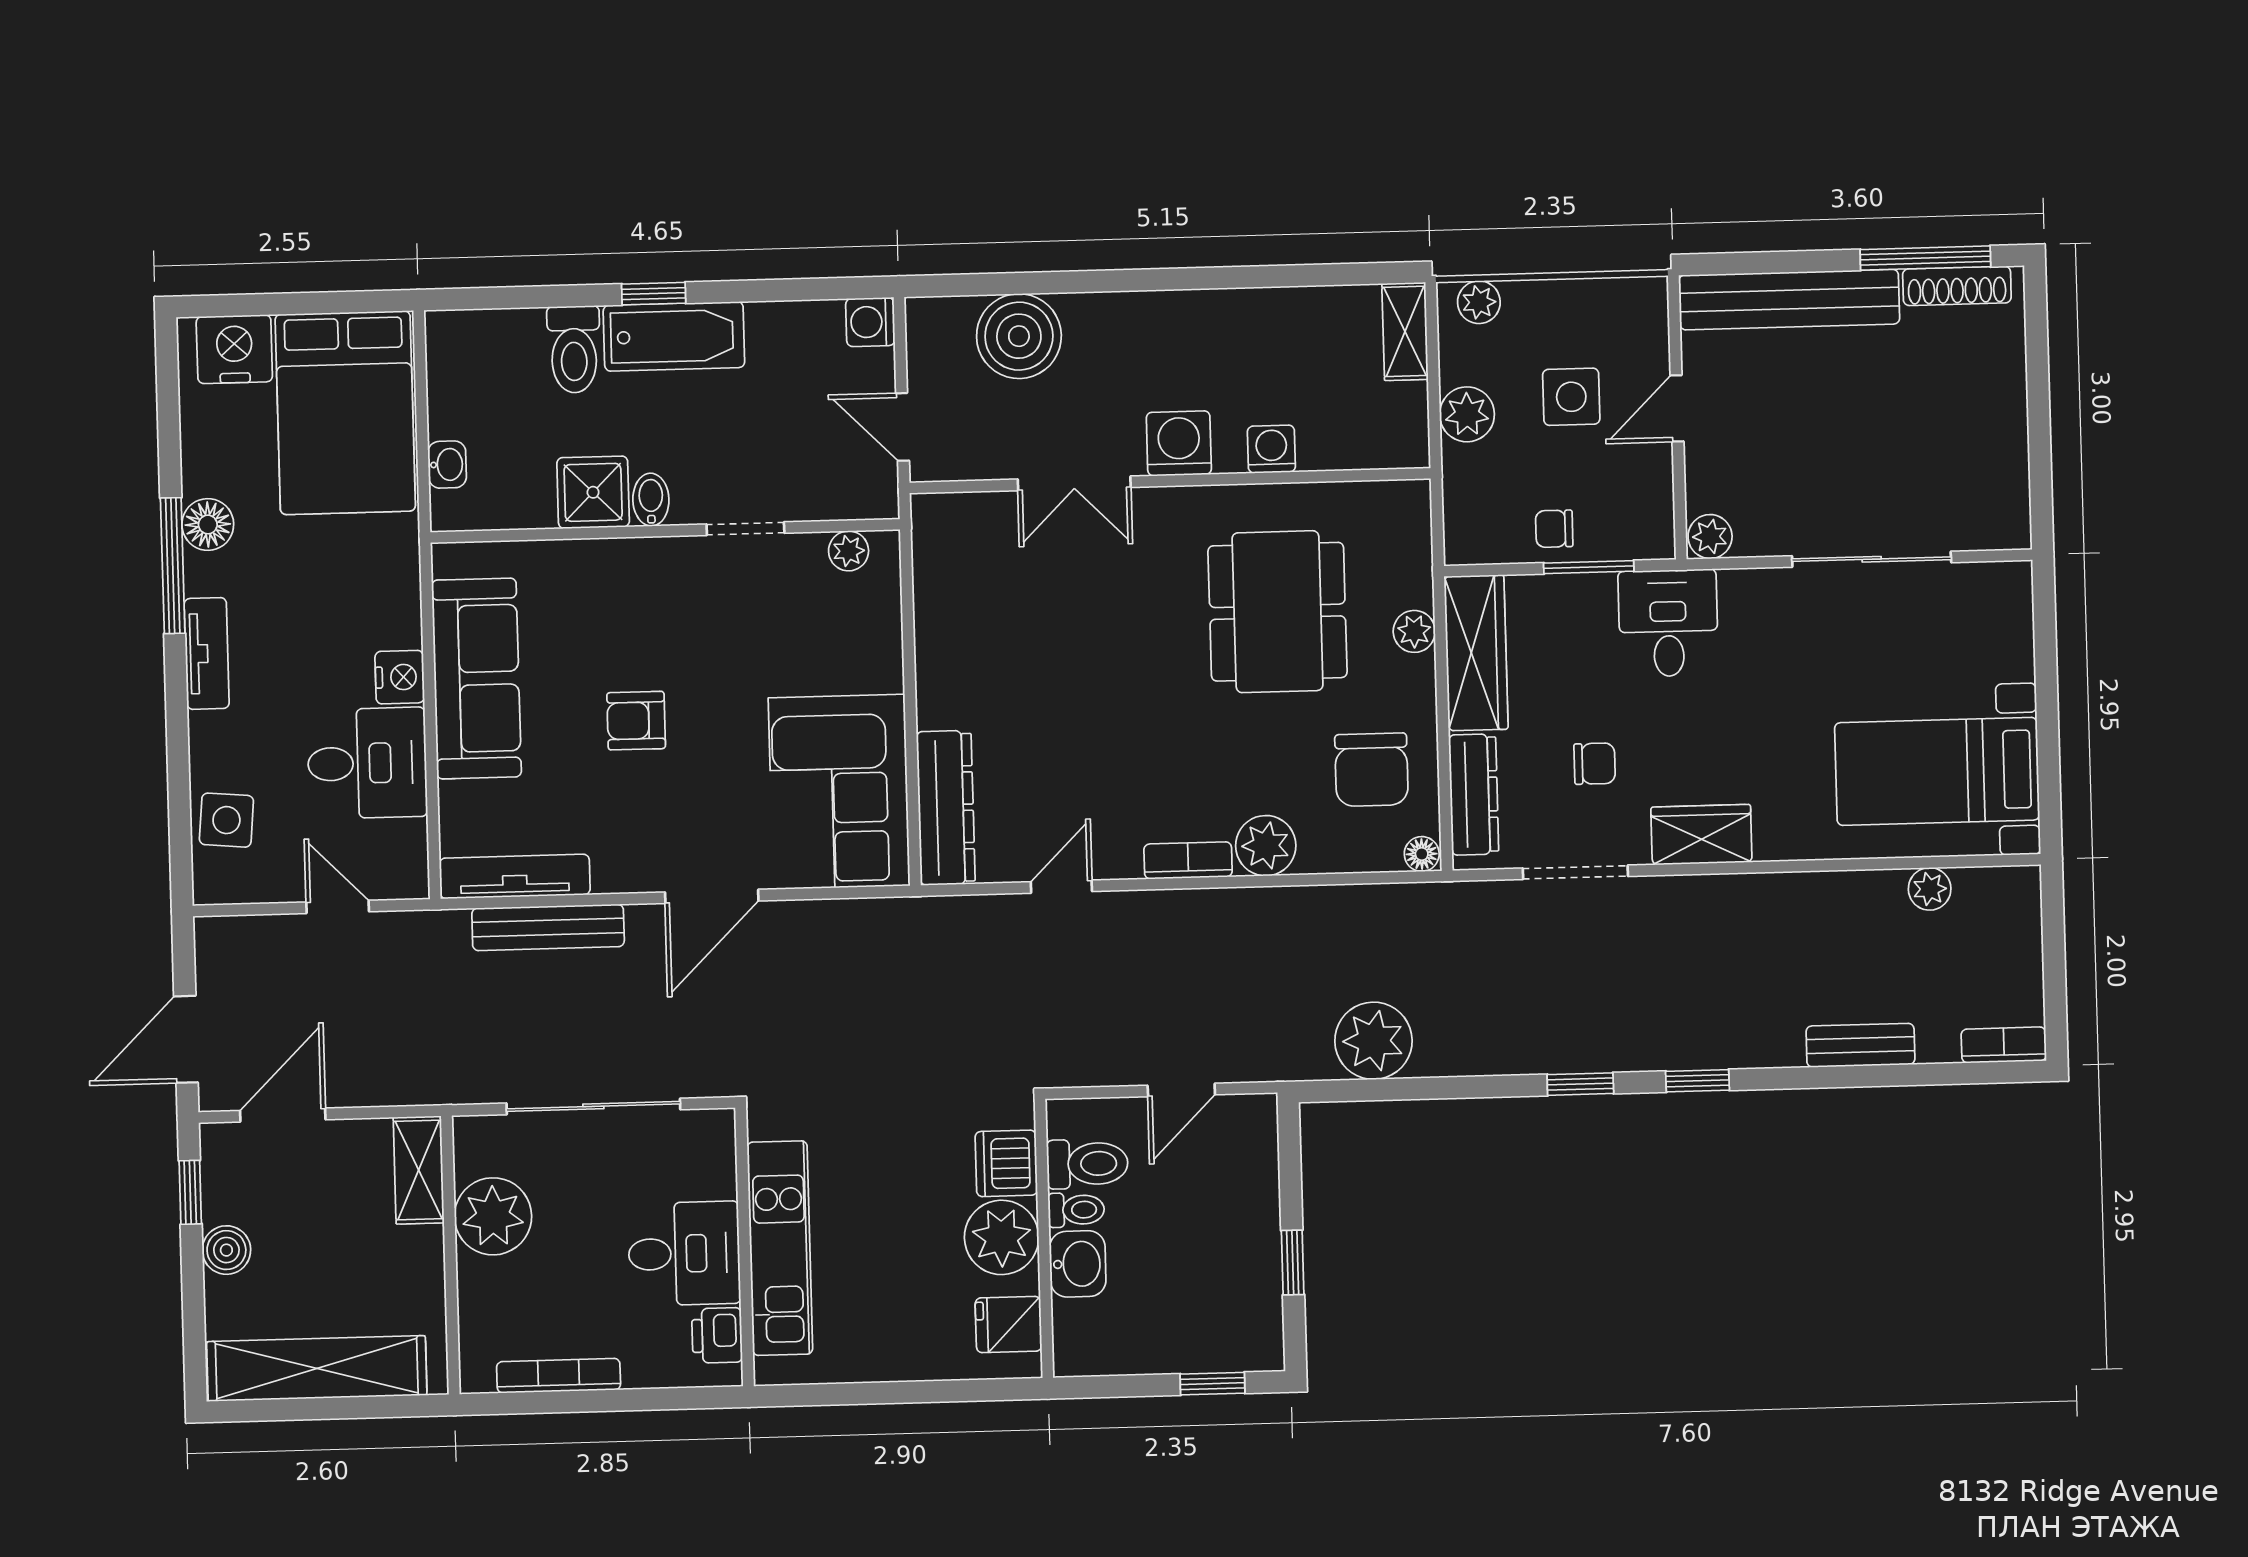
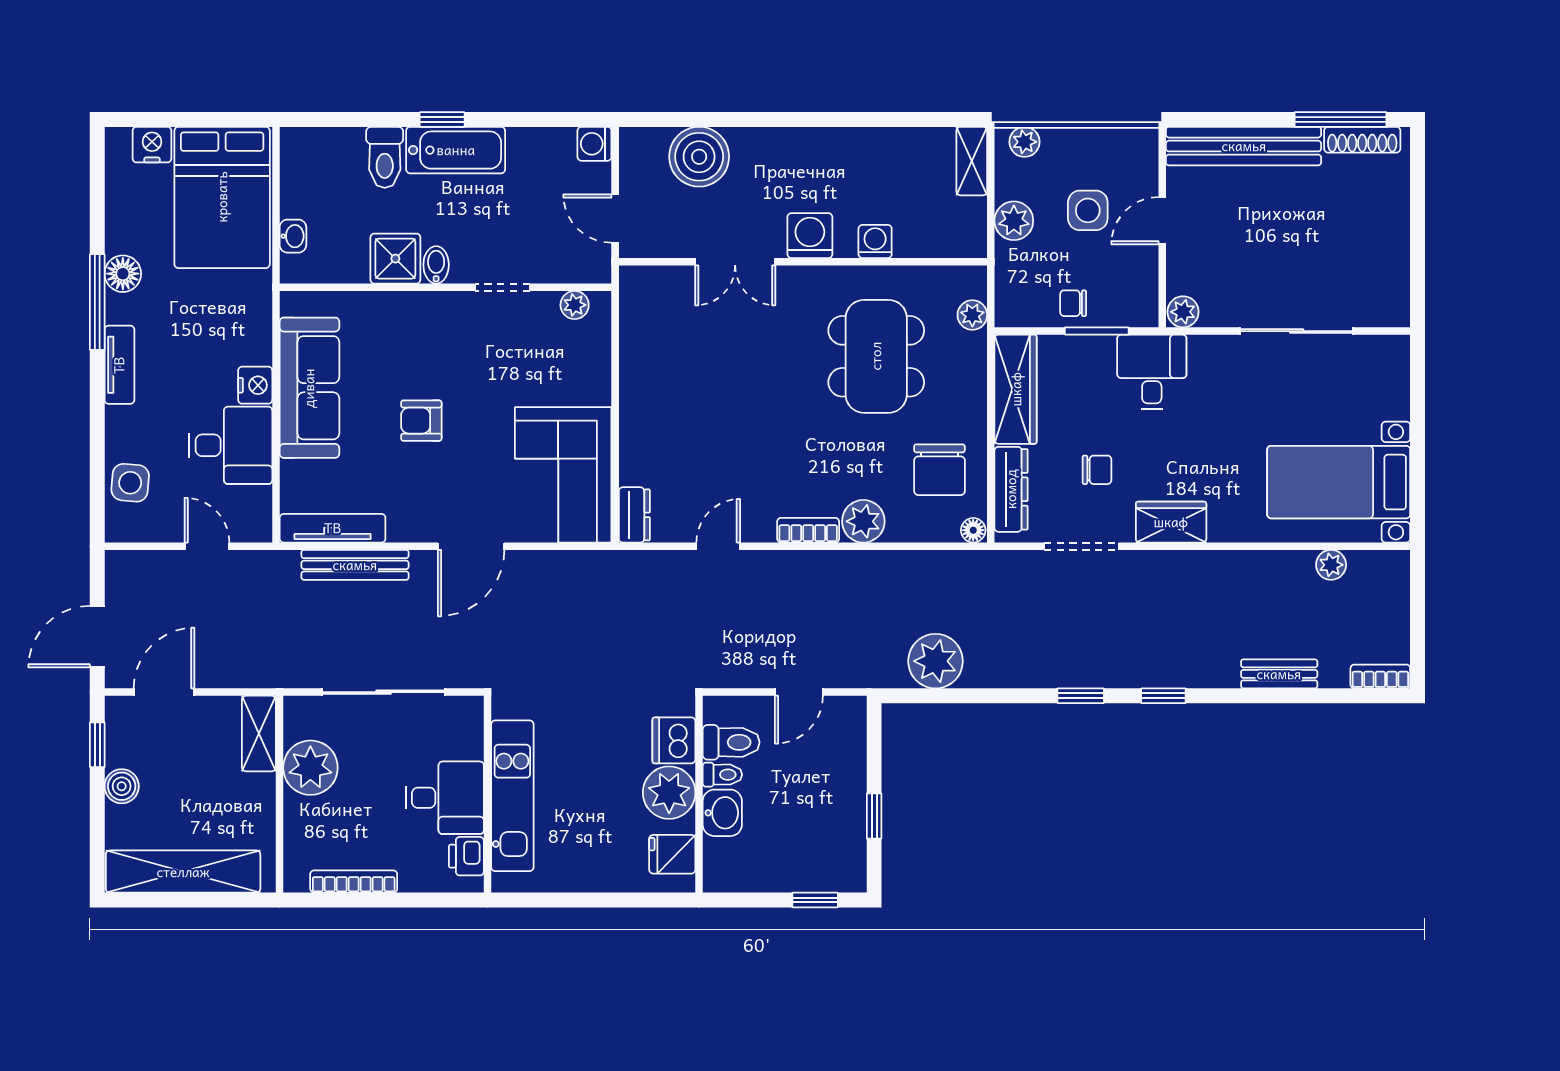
nightstand: (234, 349) -> (152, 145), width x0.74, depth x0.75
plant: (1414, 631) -> (972, 315), moved
dresser: (946, 808) -> (634, 515), width x0.51, depth x0.80

